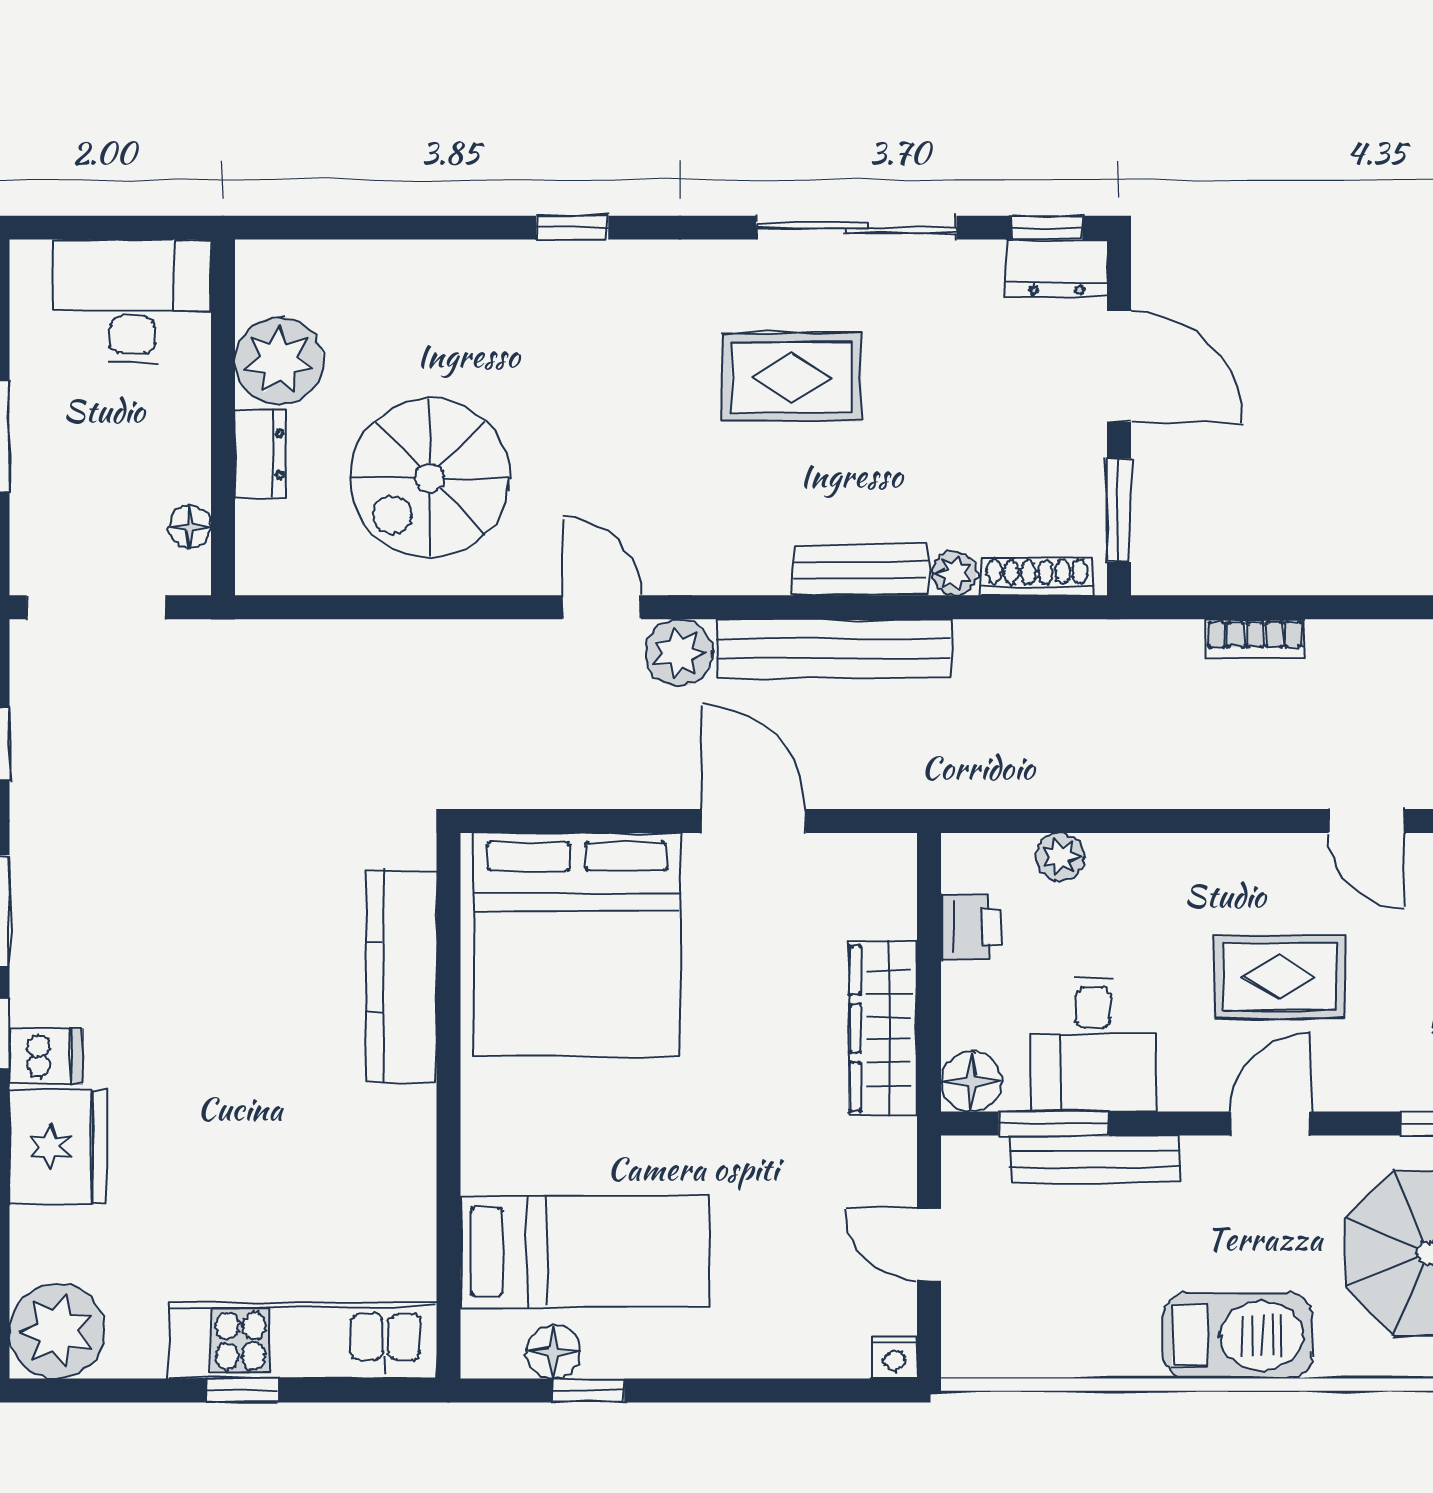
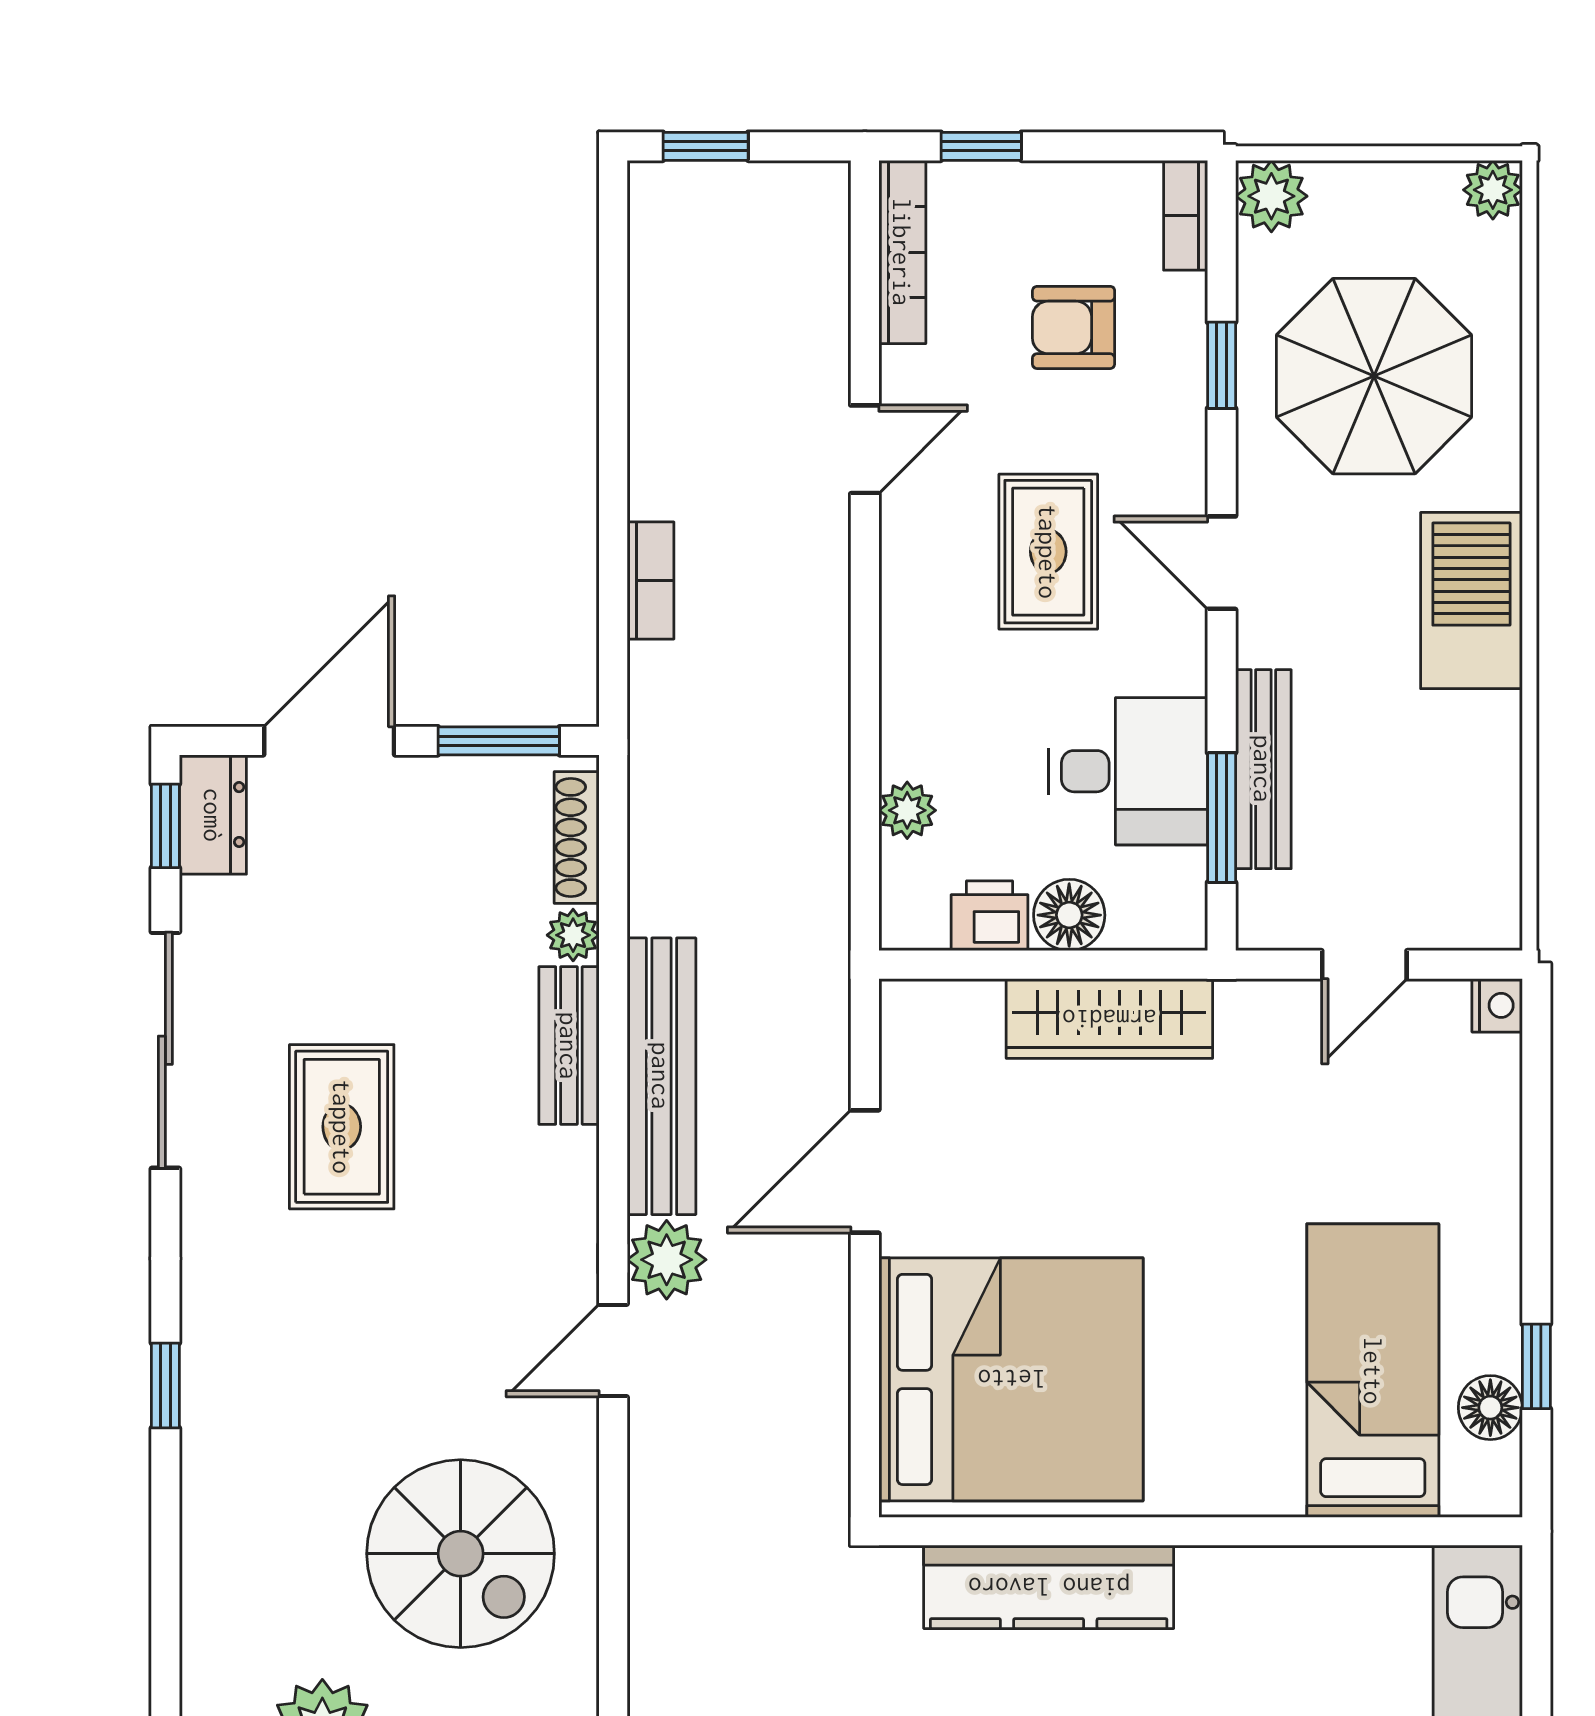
floor lamp: (971, 1081) -> (1069, 915), moved

